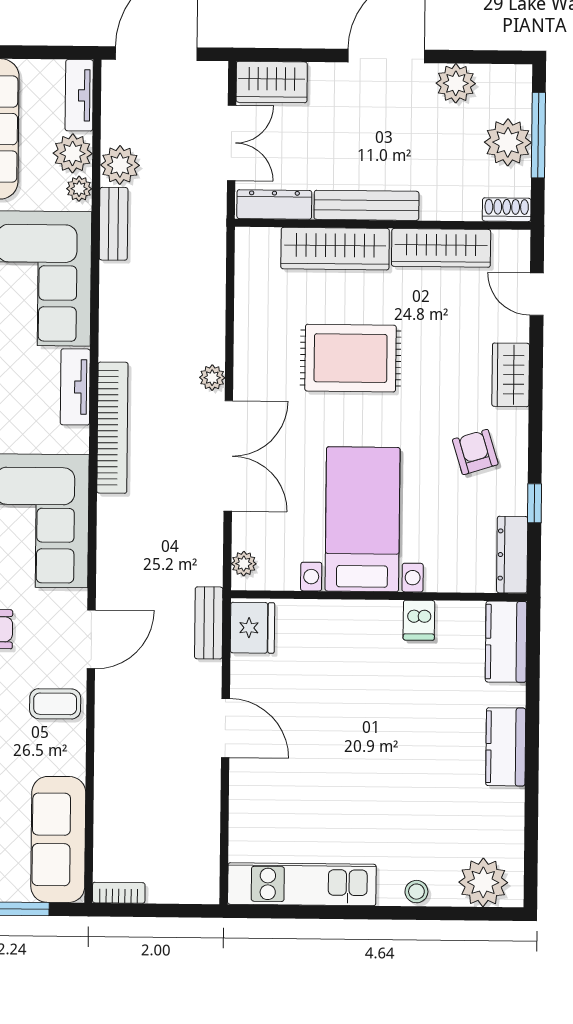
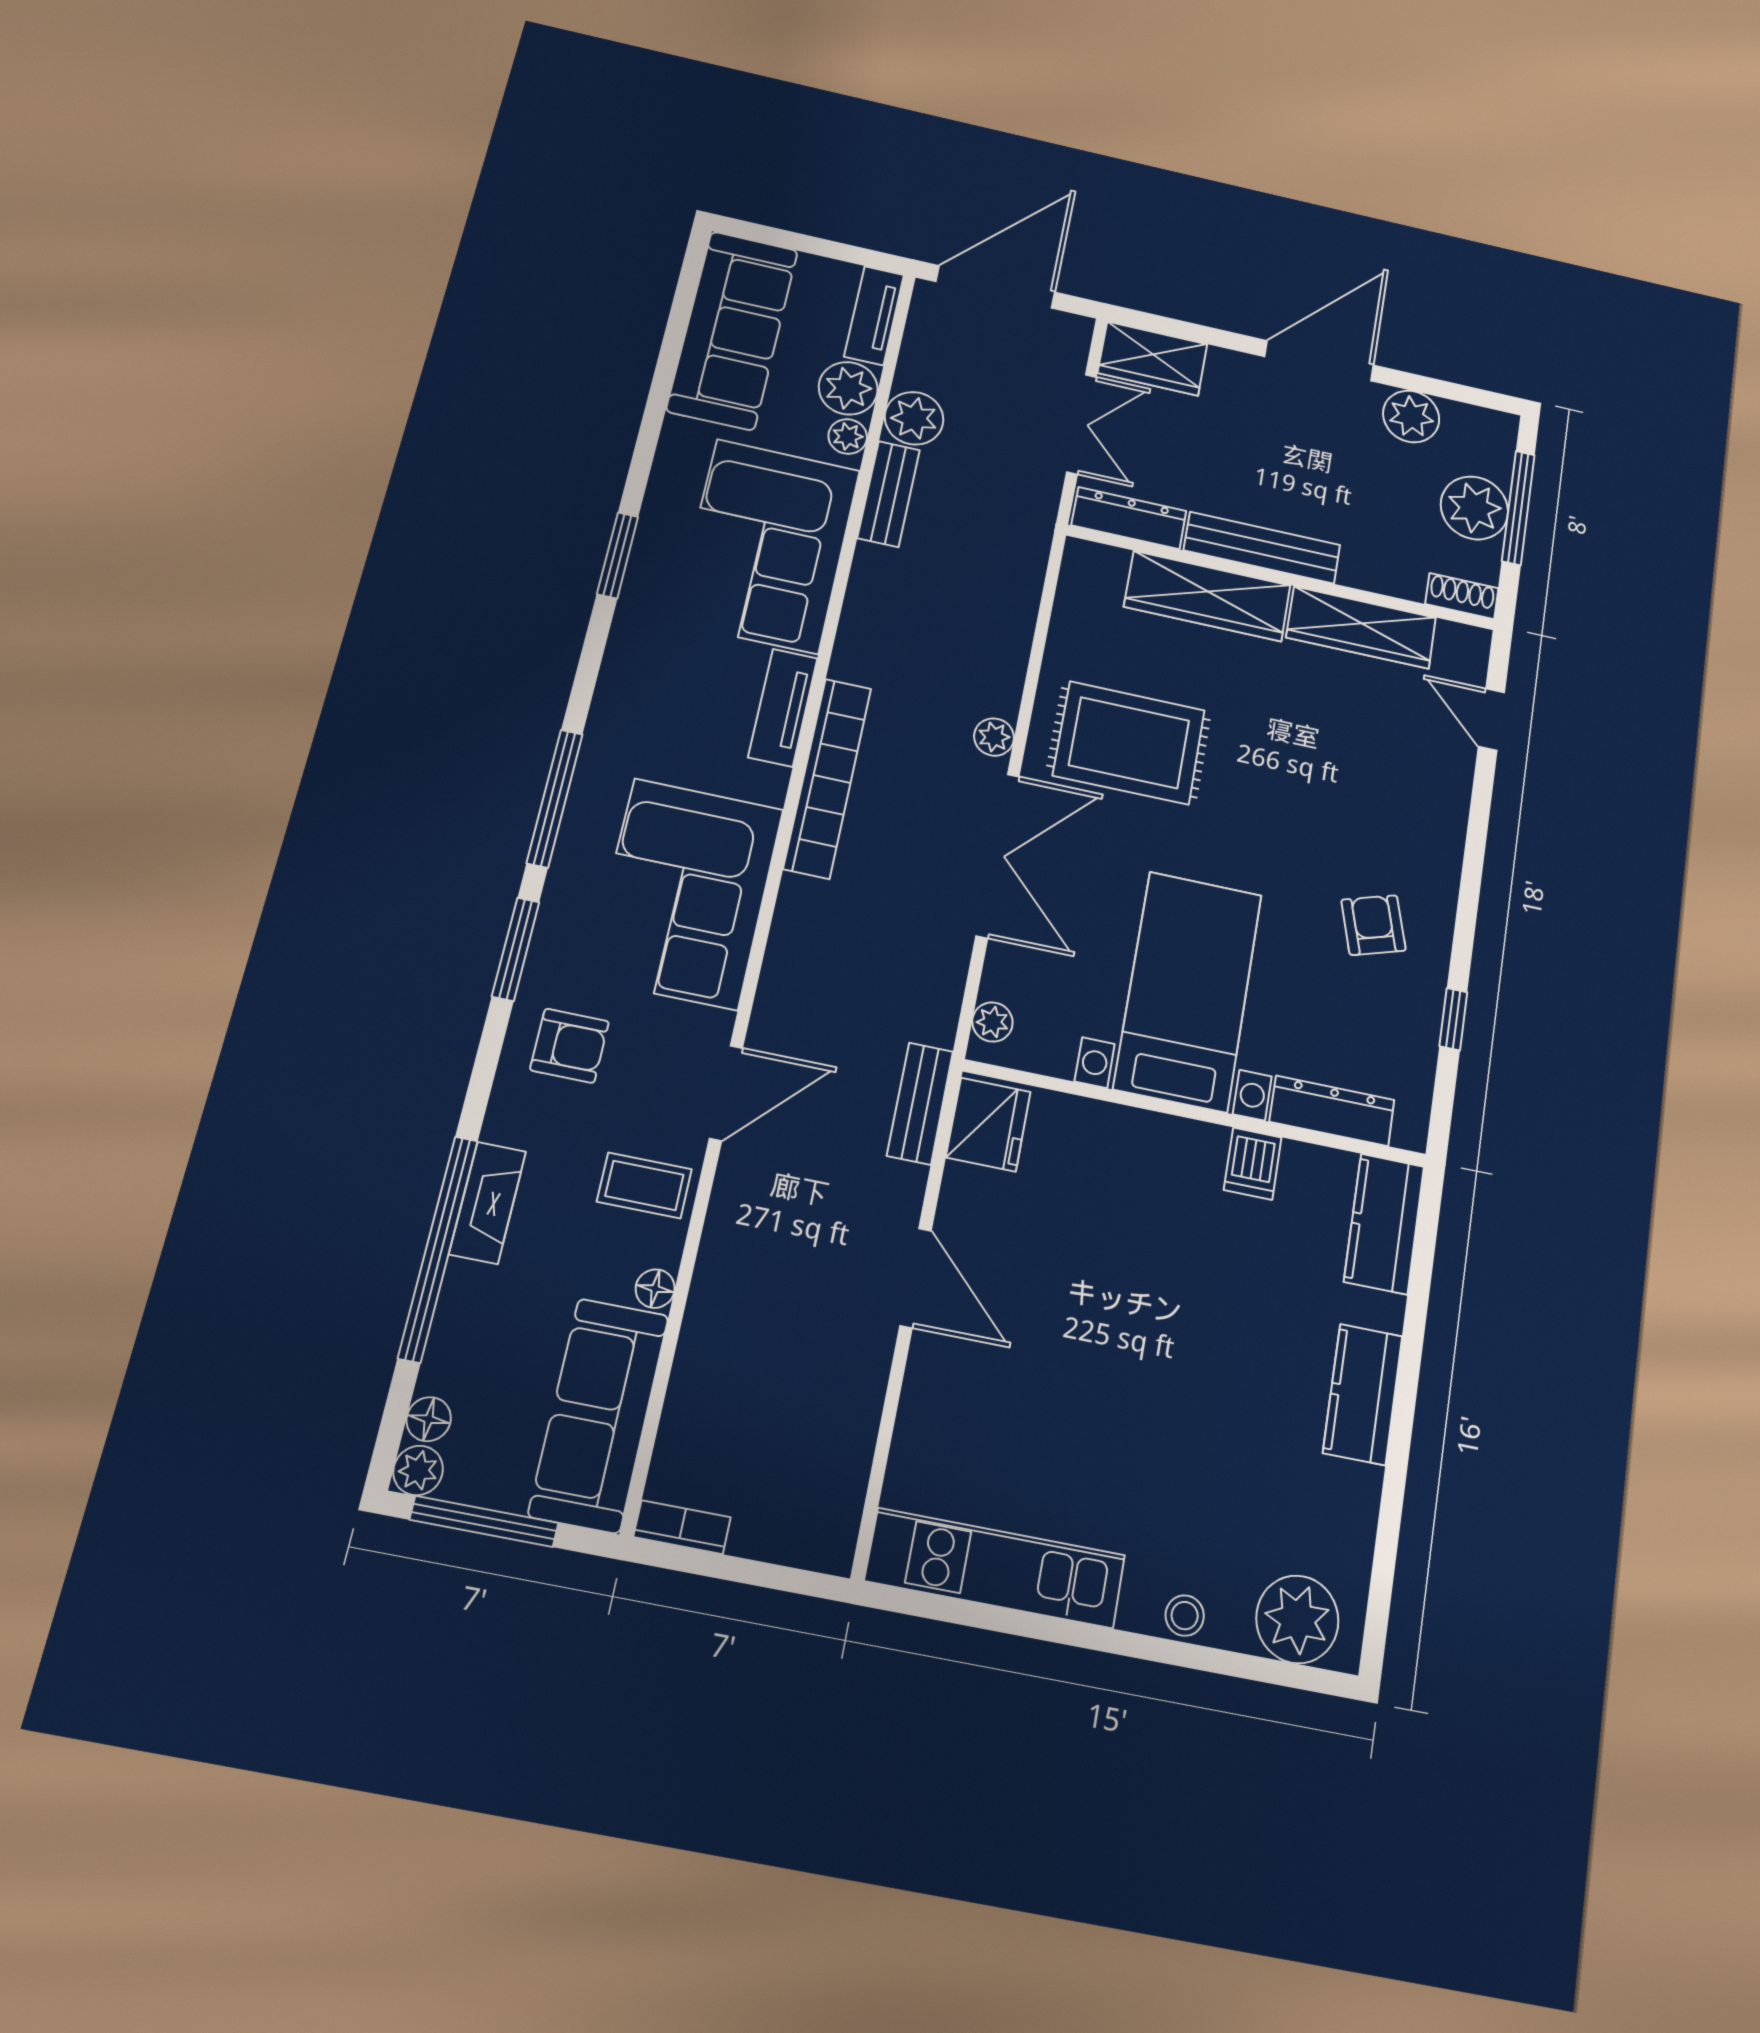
rug: (351, 358) -> (1129, 743), moved
wardrobe: (511, 375) -> (1440, 824), removed
dresser: (512, 555) -> (1332, 1111), moved, turned 90
floor lamp: (75, 762) -> (655, 1289), added

